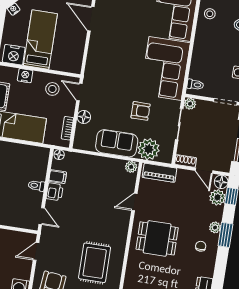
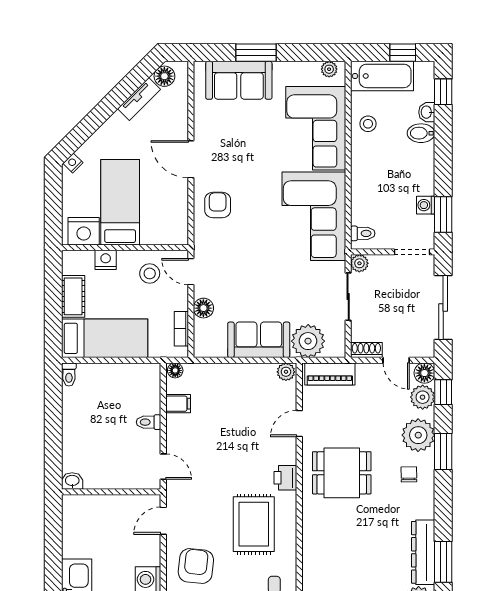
armchair: (141, 111) -> (218, 205), moved, turned -90
printer: (55, 192) -> (285, 478), moved, turned 180
plant: (215, 227) -> (418, 435), width x1.88, depth x1.88

